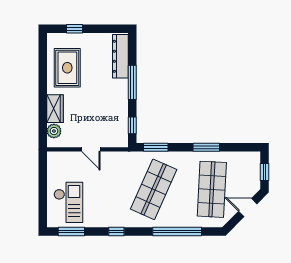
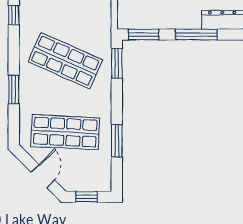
window: (132, 125) -> (144, 35), width x1.50
window: (206, 147) -> (117, 141), moved
window: (177, 231) -> (14, 90), width x0.47

